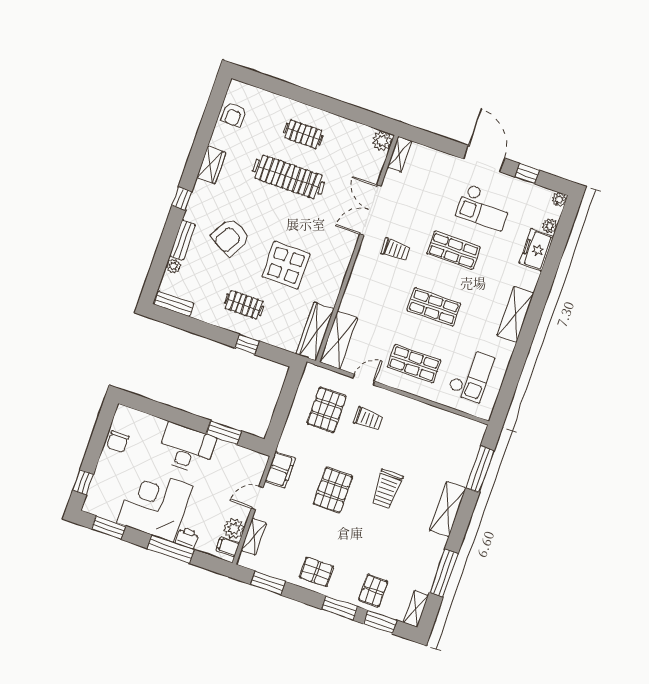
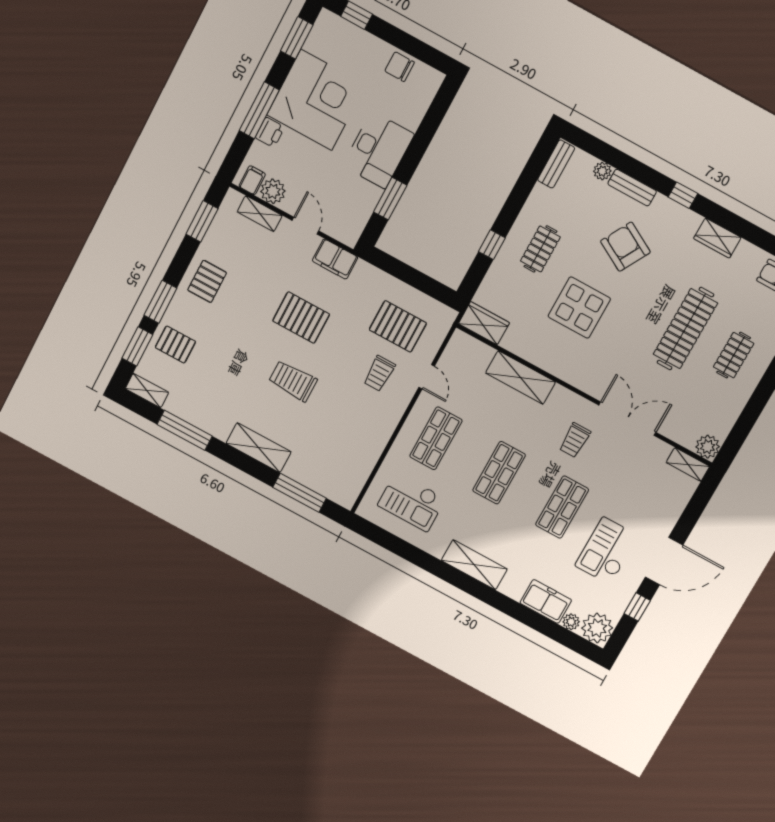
plant: (559, 200) -> (597, 628), width x1.88, depth x1.88
wardrobe: (315, 331) -> (484, 323), width x0.67
shelving: (338, 340) -> (521, 377), moved

